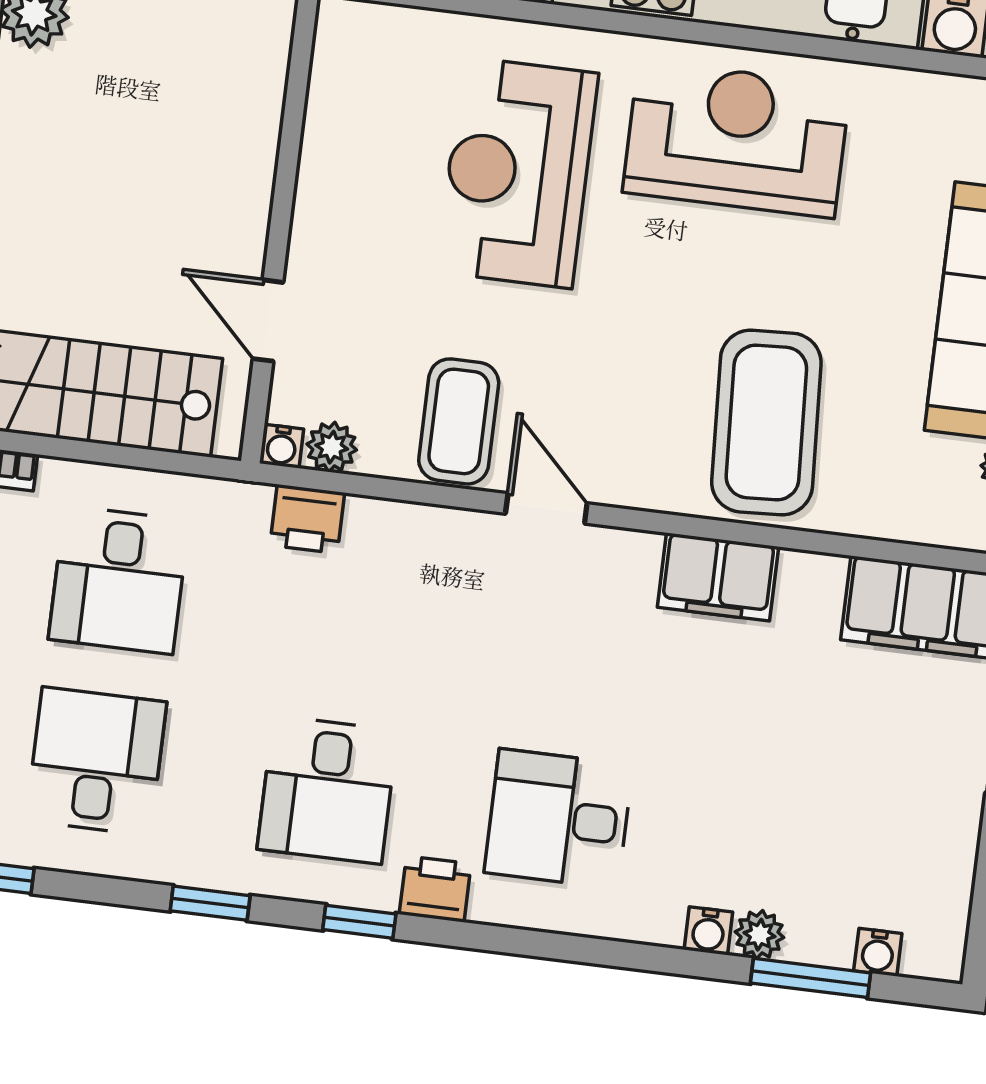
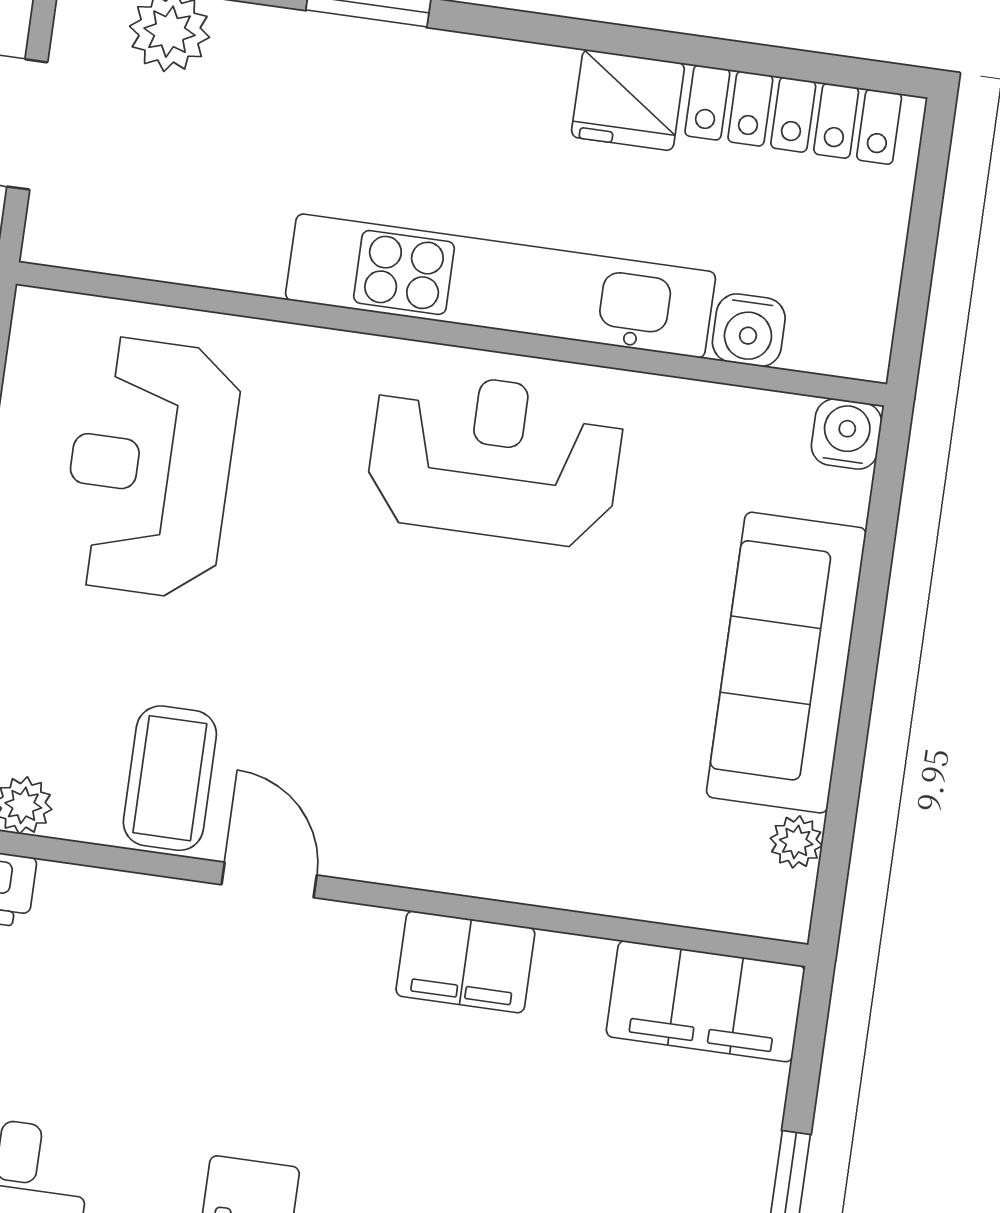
reception desk: (517, 173) -> (150, 467), moved
coffee table: (766, 423) -> (524, 785), removed

